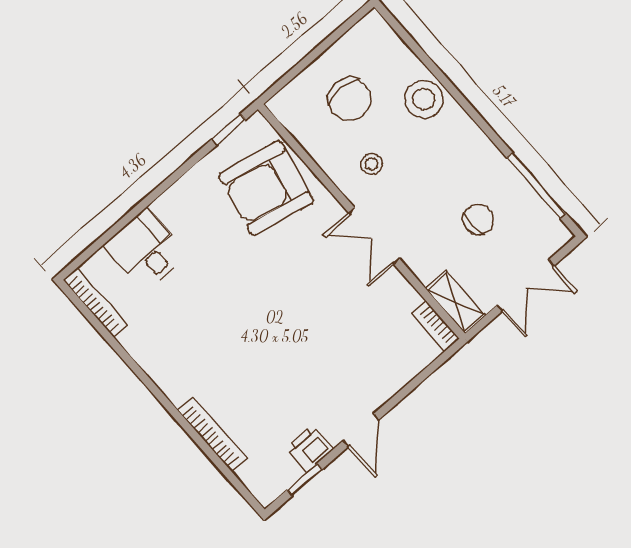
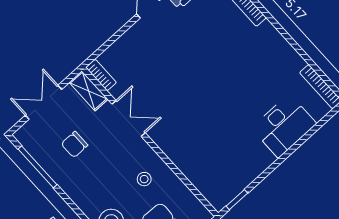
armchair: (266, 188) -> (212, 162), removed
double door: (374, 236) -> (129, 118), moved
desk: (146, 250) -> (284, 126), width x1.37

